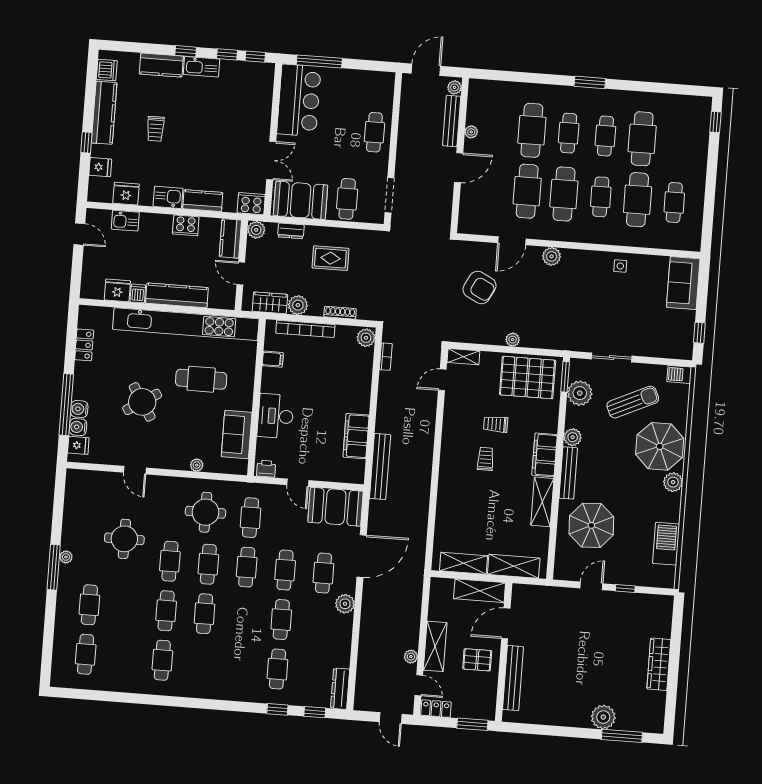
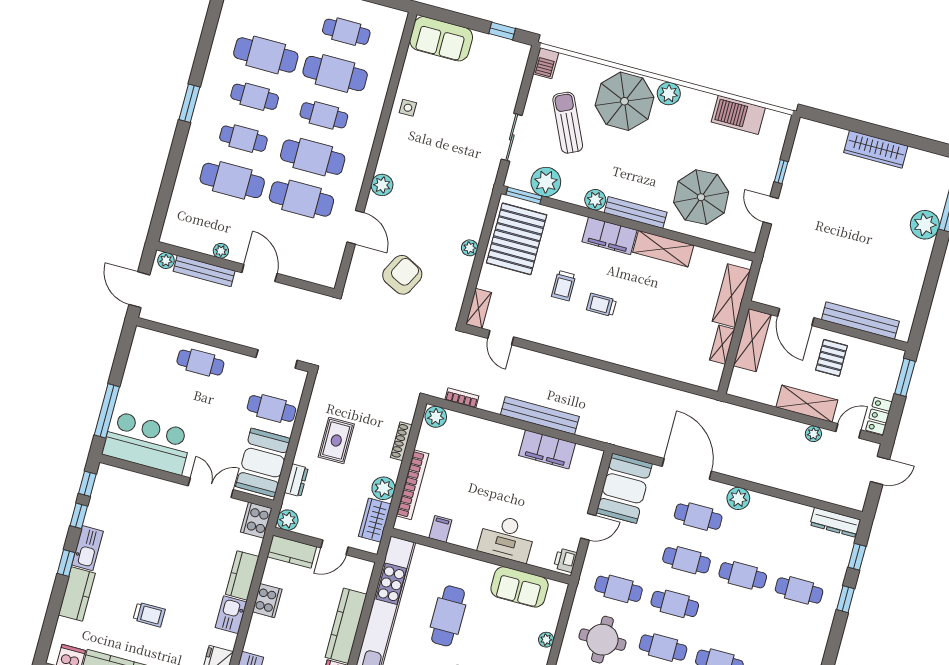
bench: (380, 466) -> (540, 416), moved
shelving: (464, 563) -> (722, 345), width x0.67, depth x0.75

